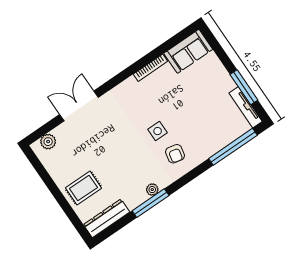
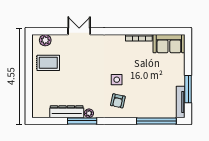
double door: (79, 106) -> (79, 31), width x0.73
rug: (83, 188) -> (48, 63), moved
dresser: (107, 218) -> (67, 112), moved

